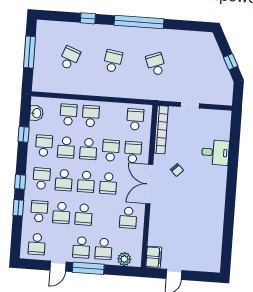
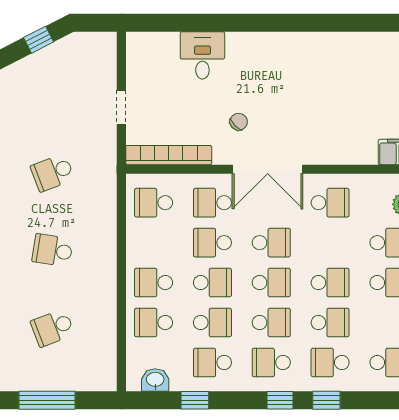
school desk: (70, 58) -> (52, 328), turned -42

